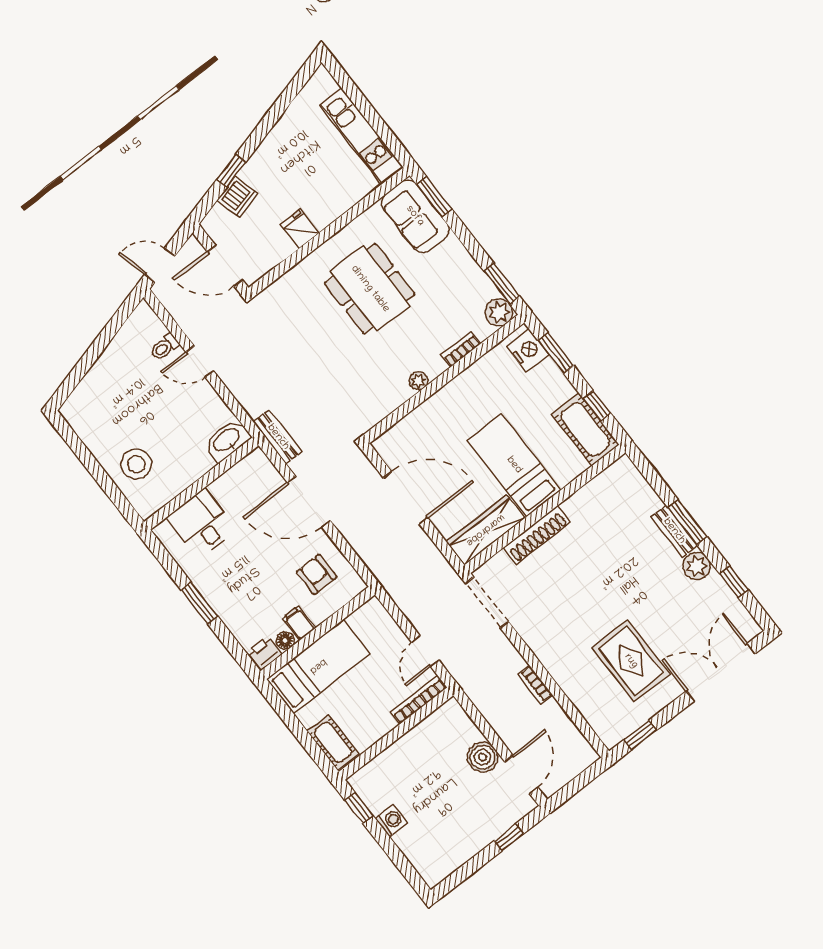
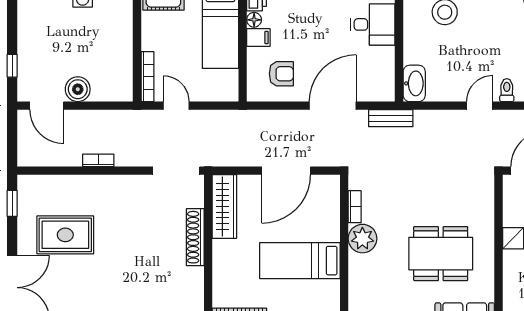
bookcase: (461, 349) -> (355, 207), moved
plant: (418, 381) -> (362, 239), width x1.88, depth x1.88
bed: (514, 465) -> (300, 261), moved, turned 180

